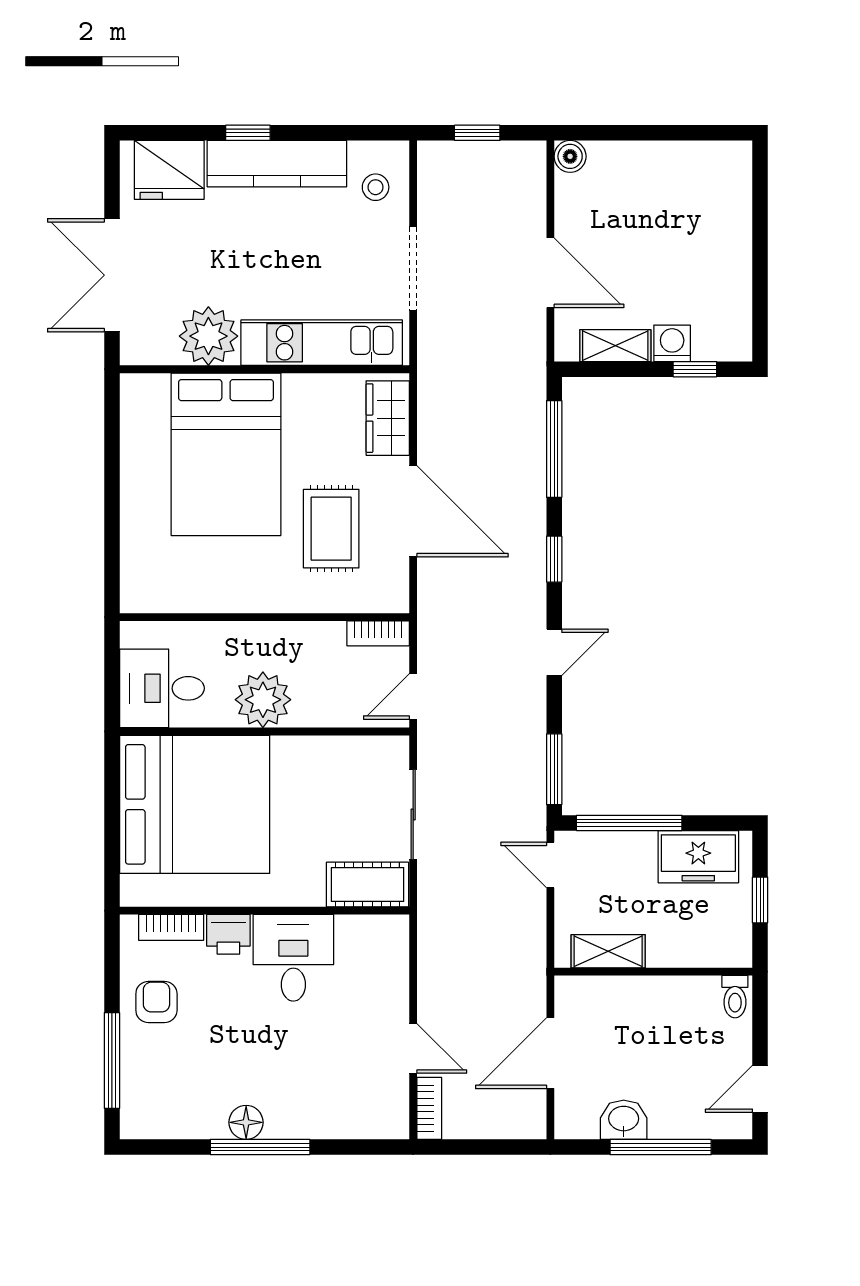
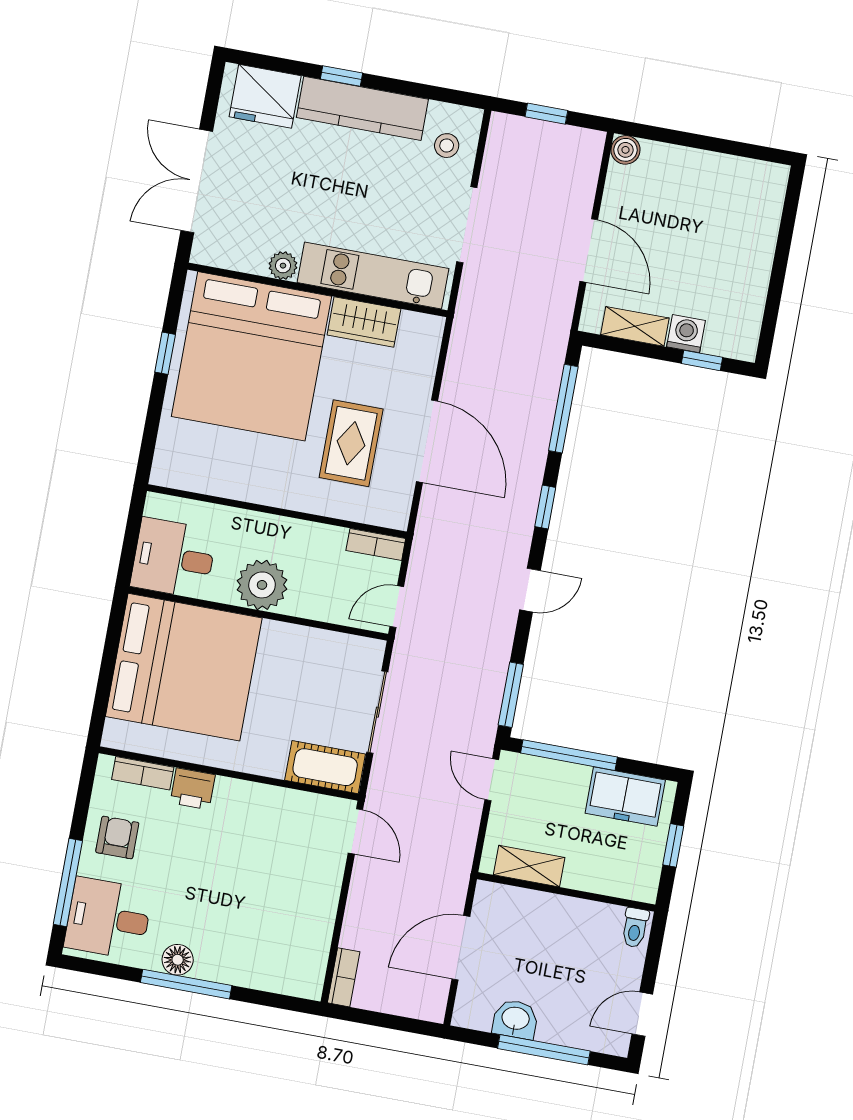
plant: (208, 336) -> (283, 266), width x0.53, depth x0.53
wardrobe: (388, 418) -> (364, 322), moved, turned -90
bed: (226, 454) -> (251, 356), width x1.36
window: (112, 468) -> (165, 353), added
desk: (293, 958) -> (108, 918), moved, turned -90
door: (413, 1048) -> (355, 831), moved

